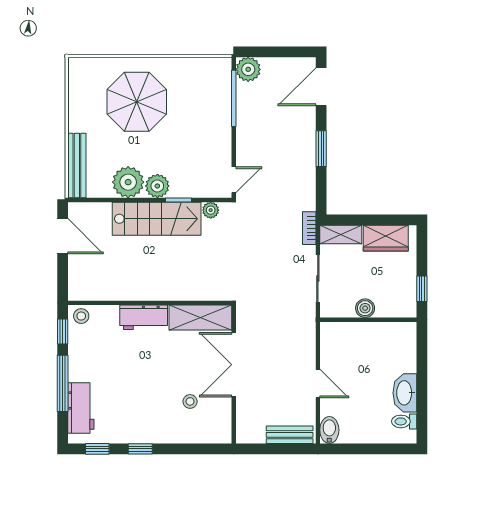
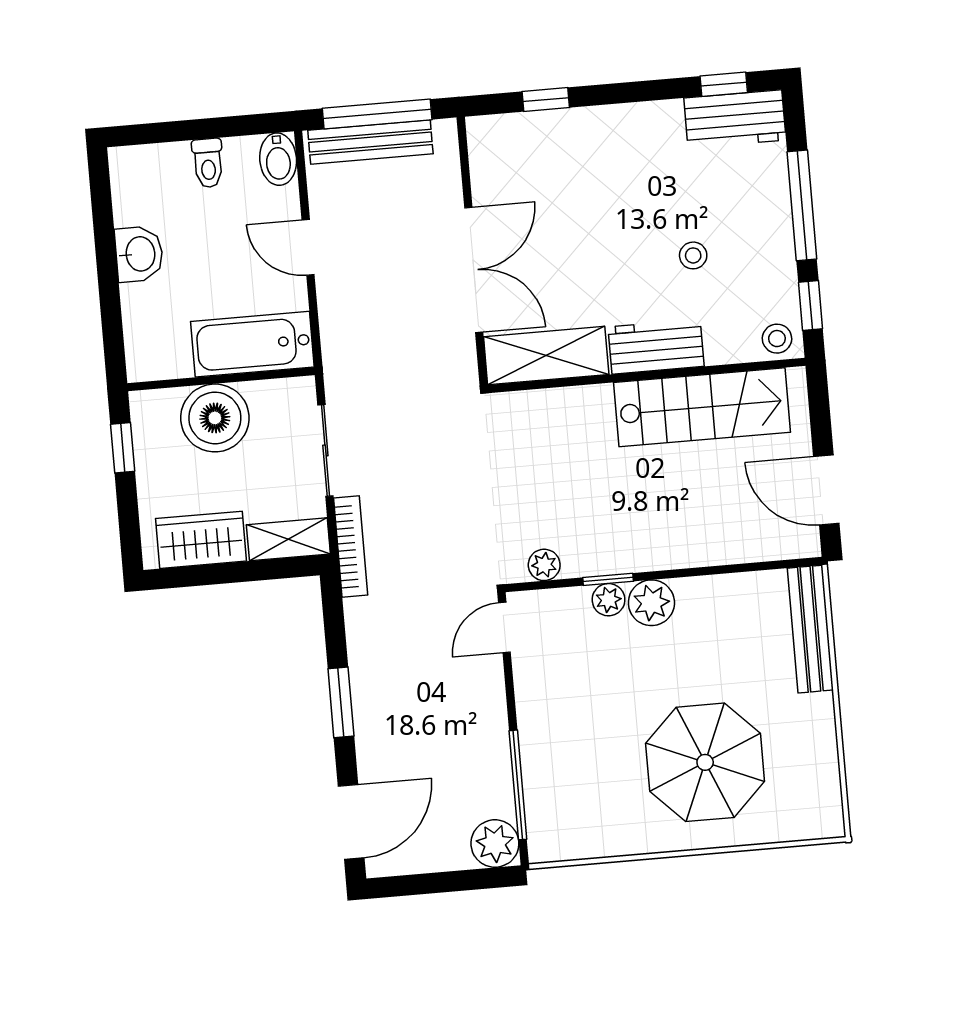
plant: (128, 182) -> (609, 600), moved, width x0.53, depth x0.53
stairs: (157, 219) -> (702, 407), moved, turned 180
bookcase: (309, 228) -> (351, 546), width x1.56
boiler: (365, 308) -> (215, 418), width x1.86, depth x1.86
bathtub: (351, 336) -> (252, 344), added
washbasin: (405, 393) -> (139, 254), width x0.72
stool: (190, 401) -> (693, 255), moved
workbench: (81, 408) -> (735, 119), moved, turned -90
toilet: (404, 421) -> (208, 163), moved, turned 90
bench: (290, 435) -> (370, 142), width x1.36
window: (140, 449) -> (546, 100), moved
window: (277, 449) -> (377, 114), added

